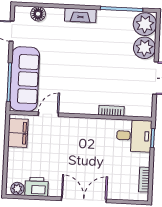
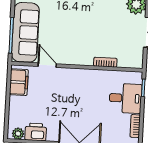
door: (48, 114) -> (47, 65), hinge flipped
desk: (134, 136) -> (125, 98), moved

